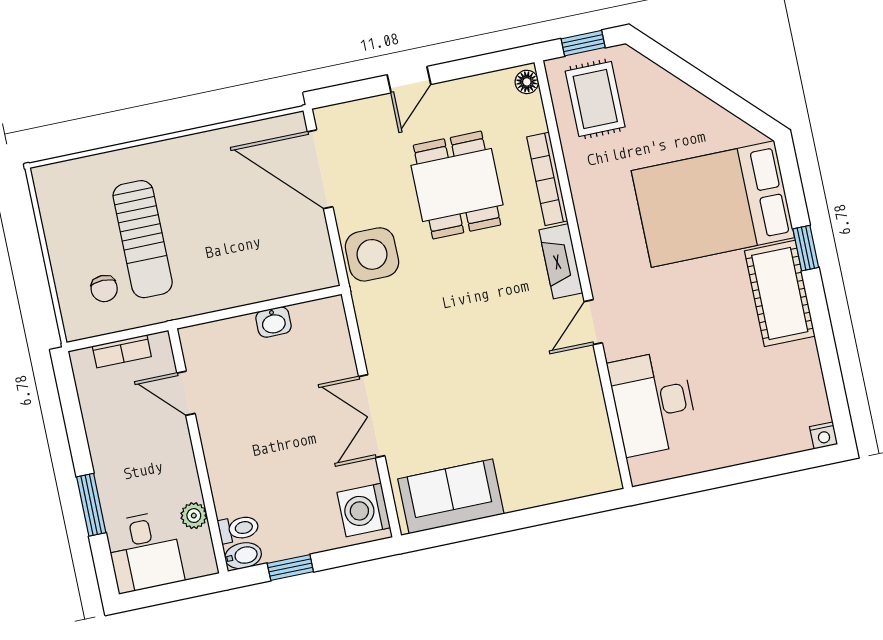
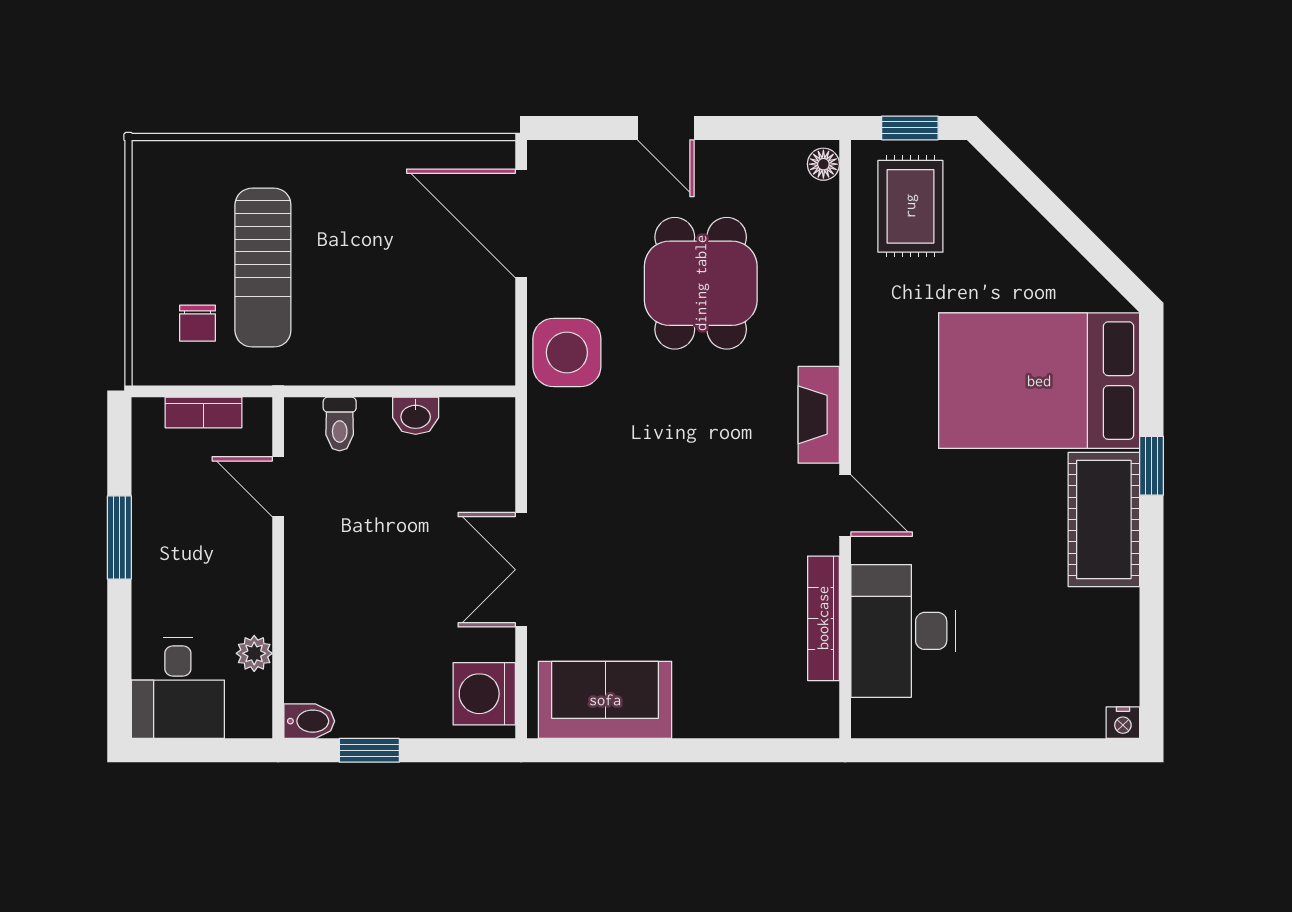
door: (409, 80) -> (666, 128), hinge flipped
bookcase: (547, 179) -> (823, 618), moved
door: (593, 322) -> (845, 506), swing flipped
window: (91, 505) -> (119, 538), moved
toilet: (239, 529) -> (340, 424), moved, turned 90

